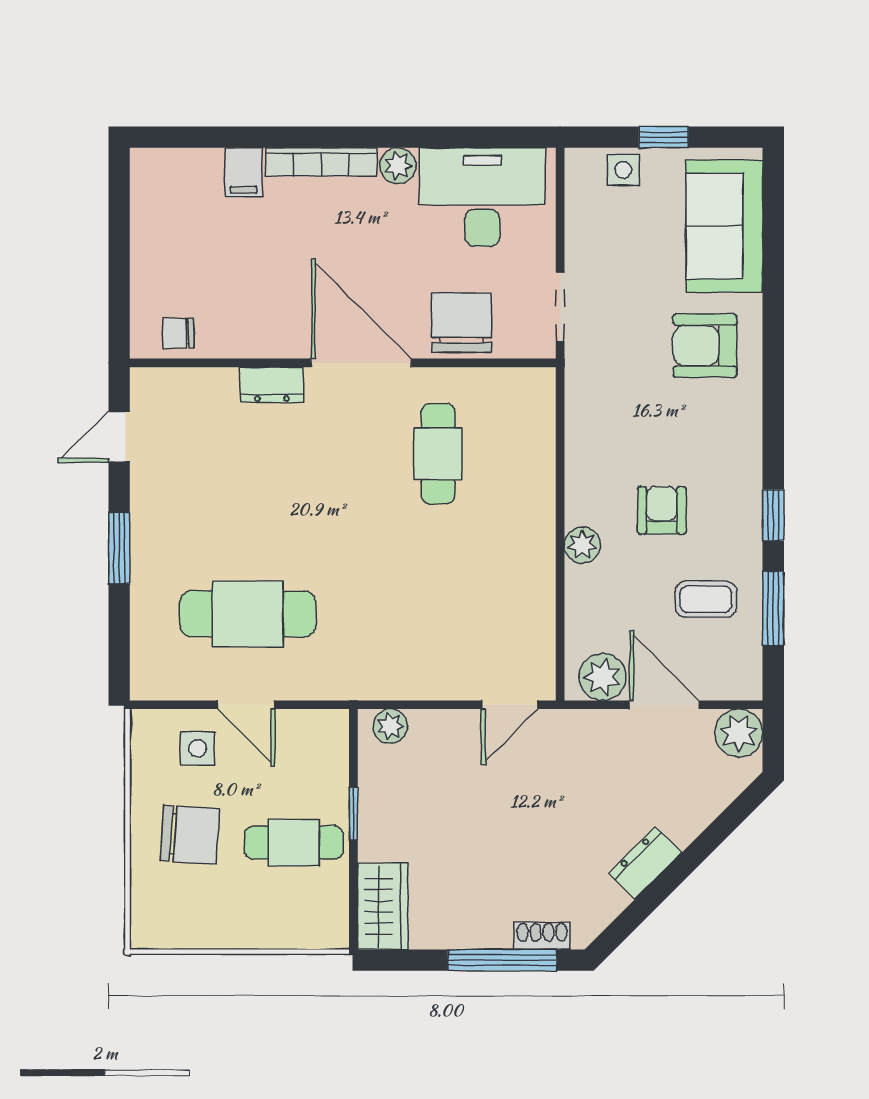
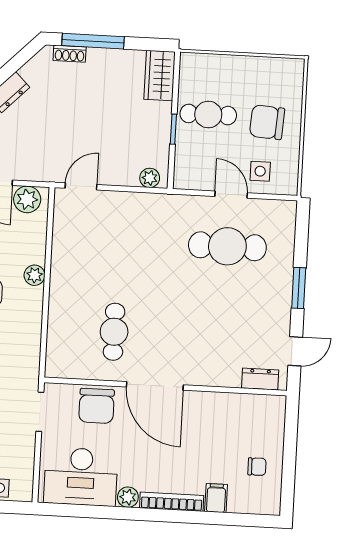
chair: (178, 333) -> (257, 467), moved
dresser: (272, 385) -> (260, 379), moved

